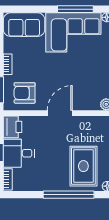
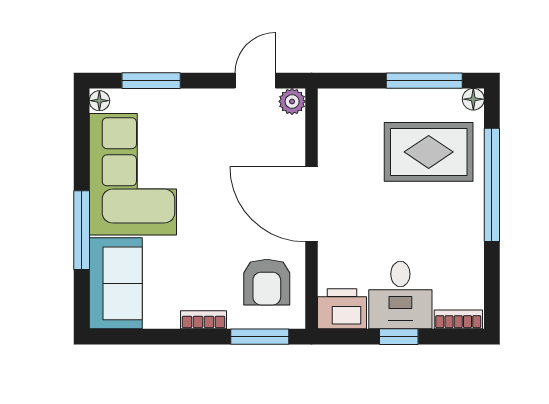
window: (75, 9) -> (82, 230), moved
door: (60, 113) -> (311, 204), width x1.36

